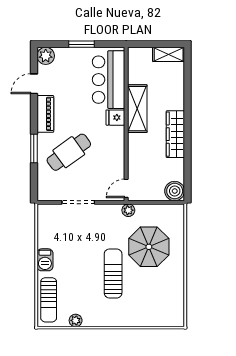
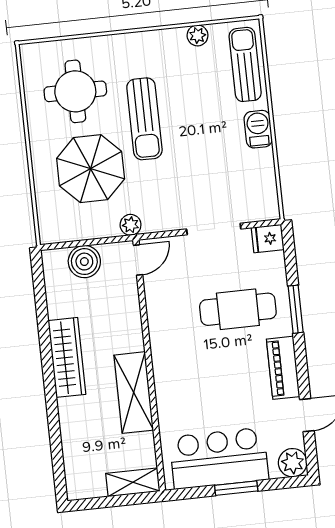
shelving: (169, 54) -> (133, 482), moved
bar counter: (109, 80) -> (219, 458), moved, turned -90
fridge: (115, 118) -> (268, 239), moved, turned 180
cafe table: (69, 152) -> (238, 309), turned 36
boiler: (175, 191) -> (84, 262), moved
round table: (153, 295) -> (75, 91), added

